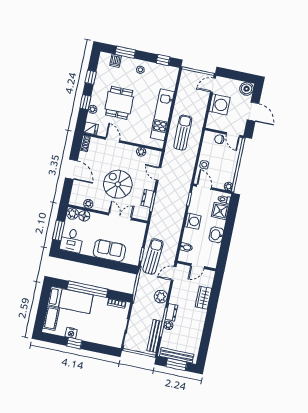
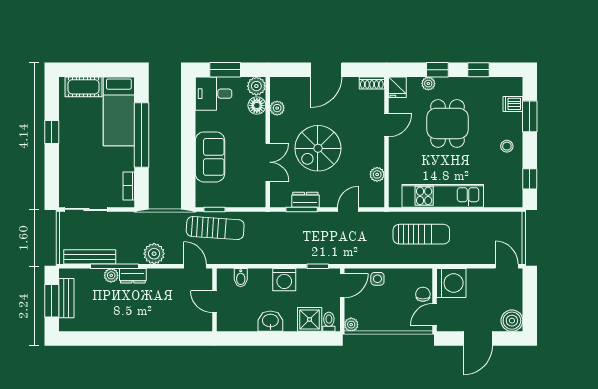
dining table: (119, 103) -> (447, 123), turned 90
washing machine: (219, 105) -> (451, 283), moved, turned -90
spiral stairs: (118, 184) -> (318, 148), turned 180
wardrobe: (203, 298) -> (166, 321), removed
nightstand: (71, 333) -> (67, 124), removed
bench: (177, 355) -> (66, 298), width x0.73

